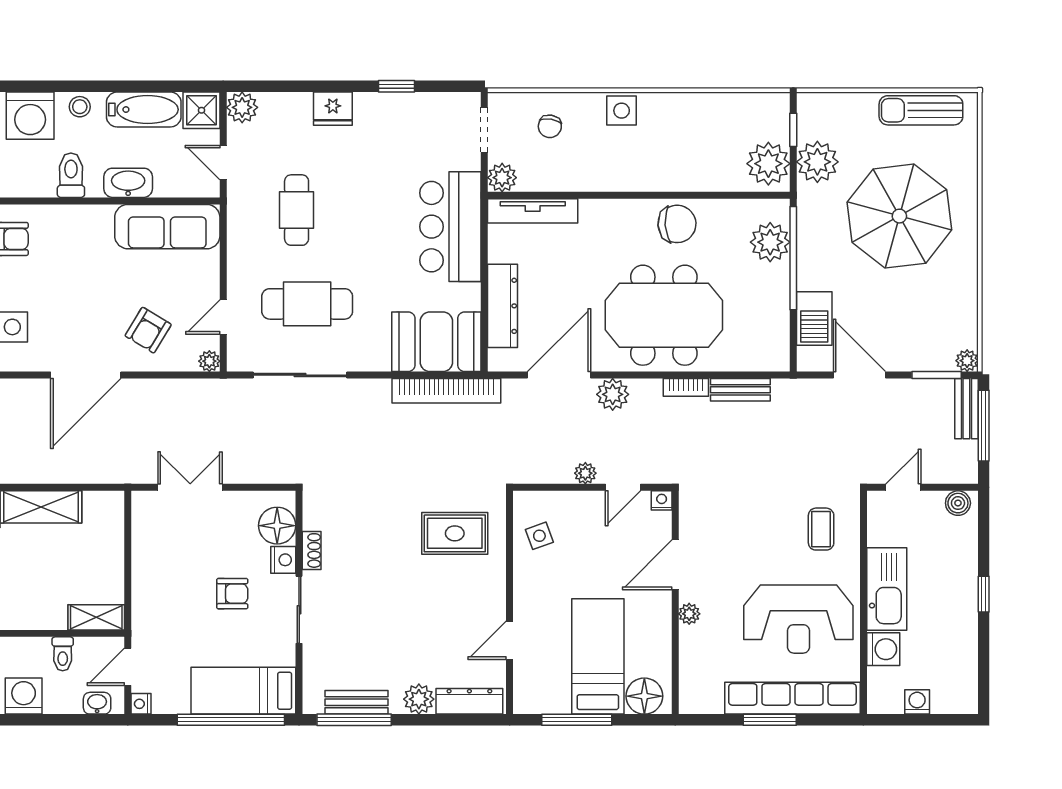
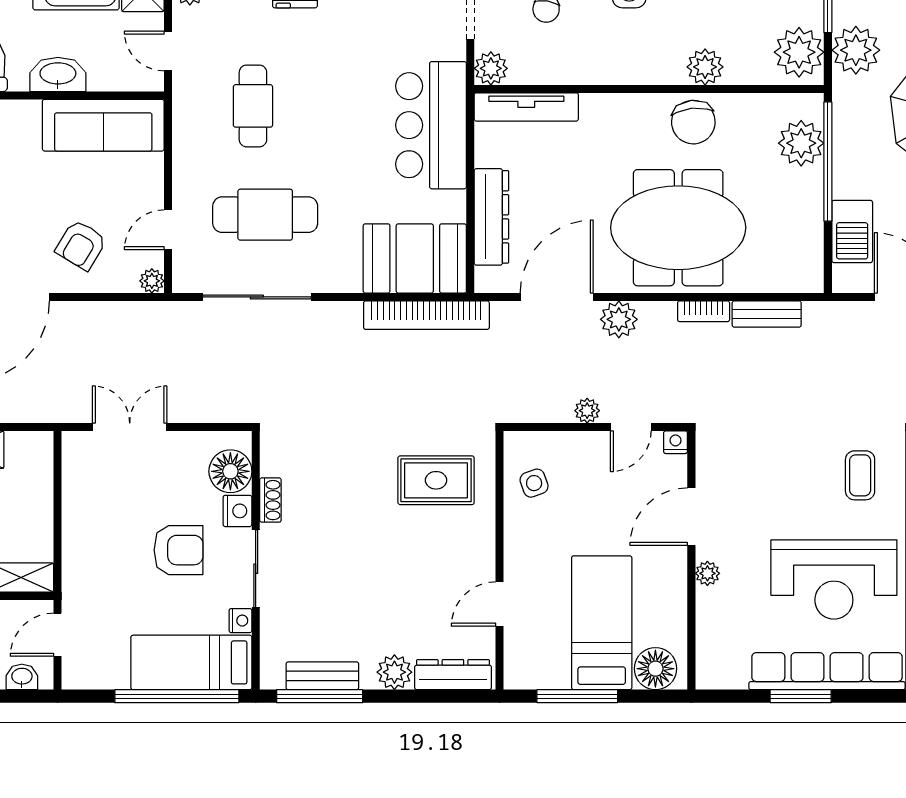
plant: (687, 176) -> (705, 67), added
chair: (677, 224) -> (693, 122), turned 88
armchair: (232, 594) -> (178, 550), width x1.38, depth x1.38
nightstand: (141, 704) -> (240, 621), moved, turned 180

